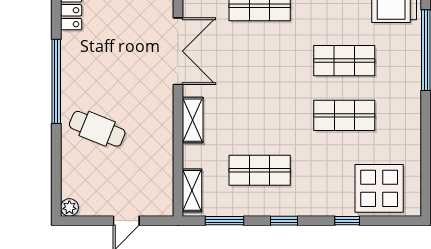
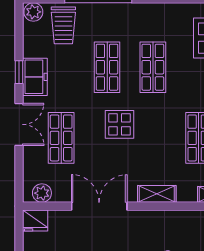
display table: (276, 75) -> (119, 124), added

